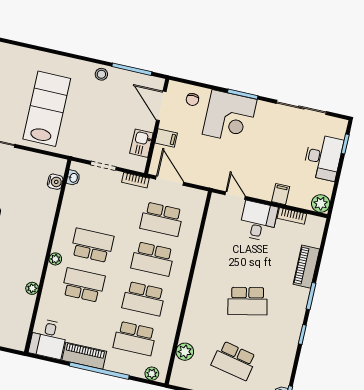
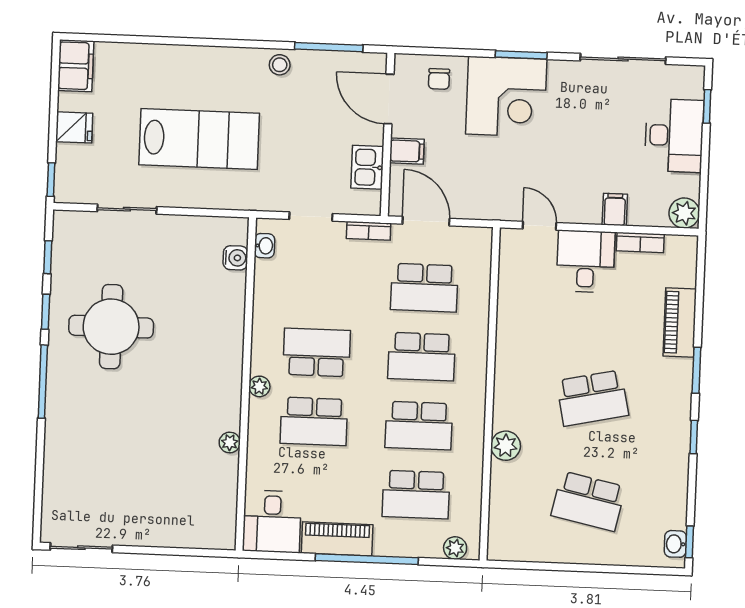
lab bench: (47, 109) -> (199, 139), turned 90
school desk: (83, 285) -> (314, 421), turned 180
plant: (185, 352) -> (506, 446), moved

